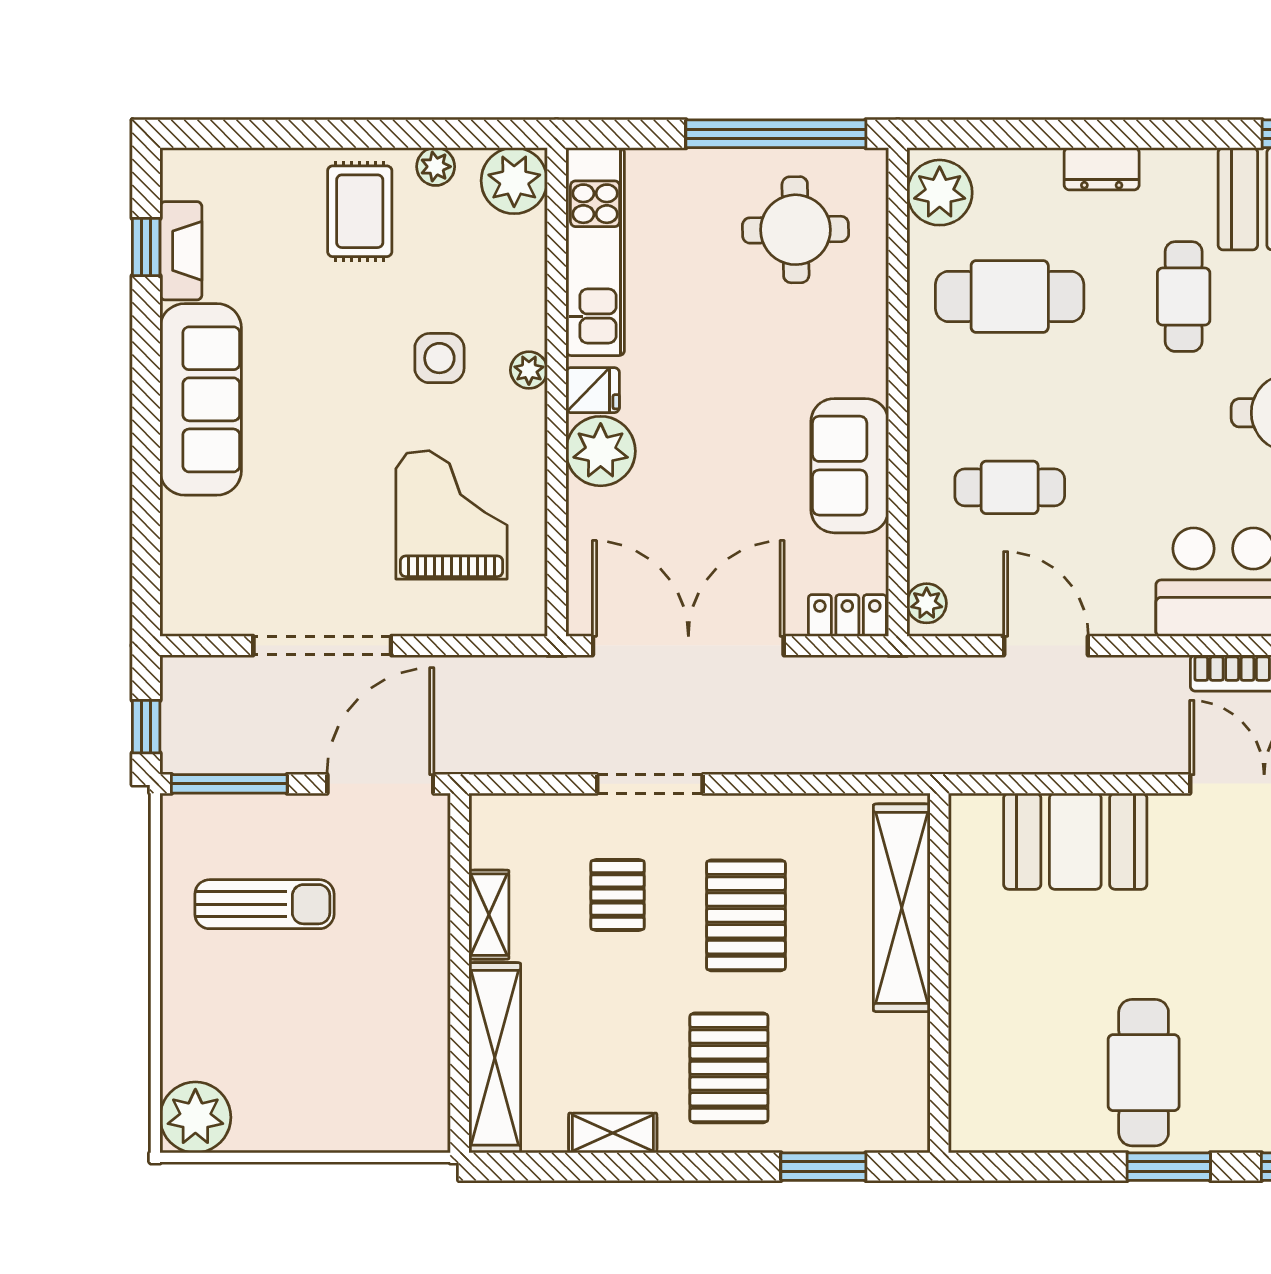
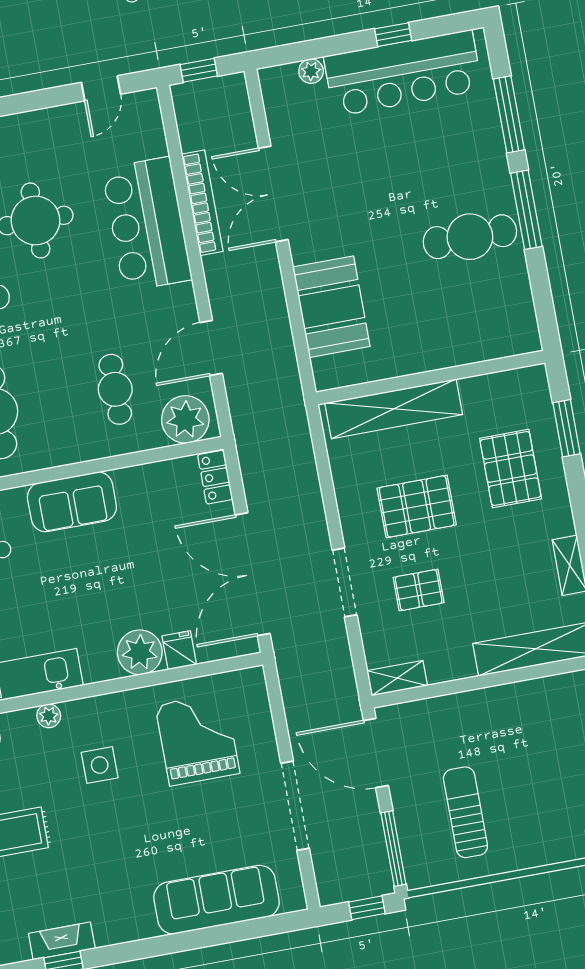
plant: (529, 370) -> (49, 716), moved
fridge: (593, 390) -> (179, 650), moved
sofa: (201, 399) -> (216, 900), moved
sofa: (850, 466) -> (72, 502), moved
grand piano: (452, 515) -> (197, 739), turned 90
plant: (927, 603) -> (185, 419), width x1.88, depth x1.88
shelving: (489, 915) -> (397, 678), moved
pallet: (729, 1068) -> (511, 469), moved, turned 90
window: (1169, 1167) -> (526, 210), width x1.44

